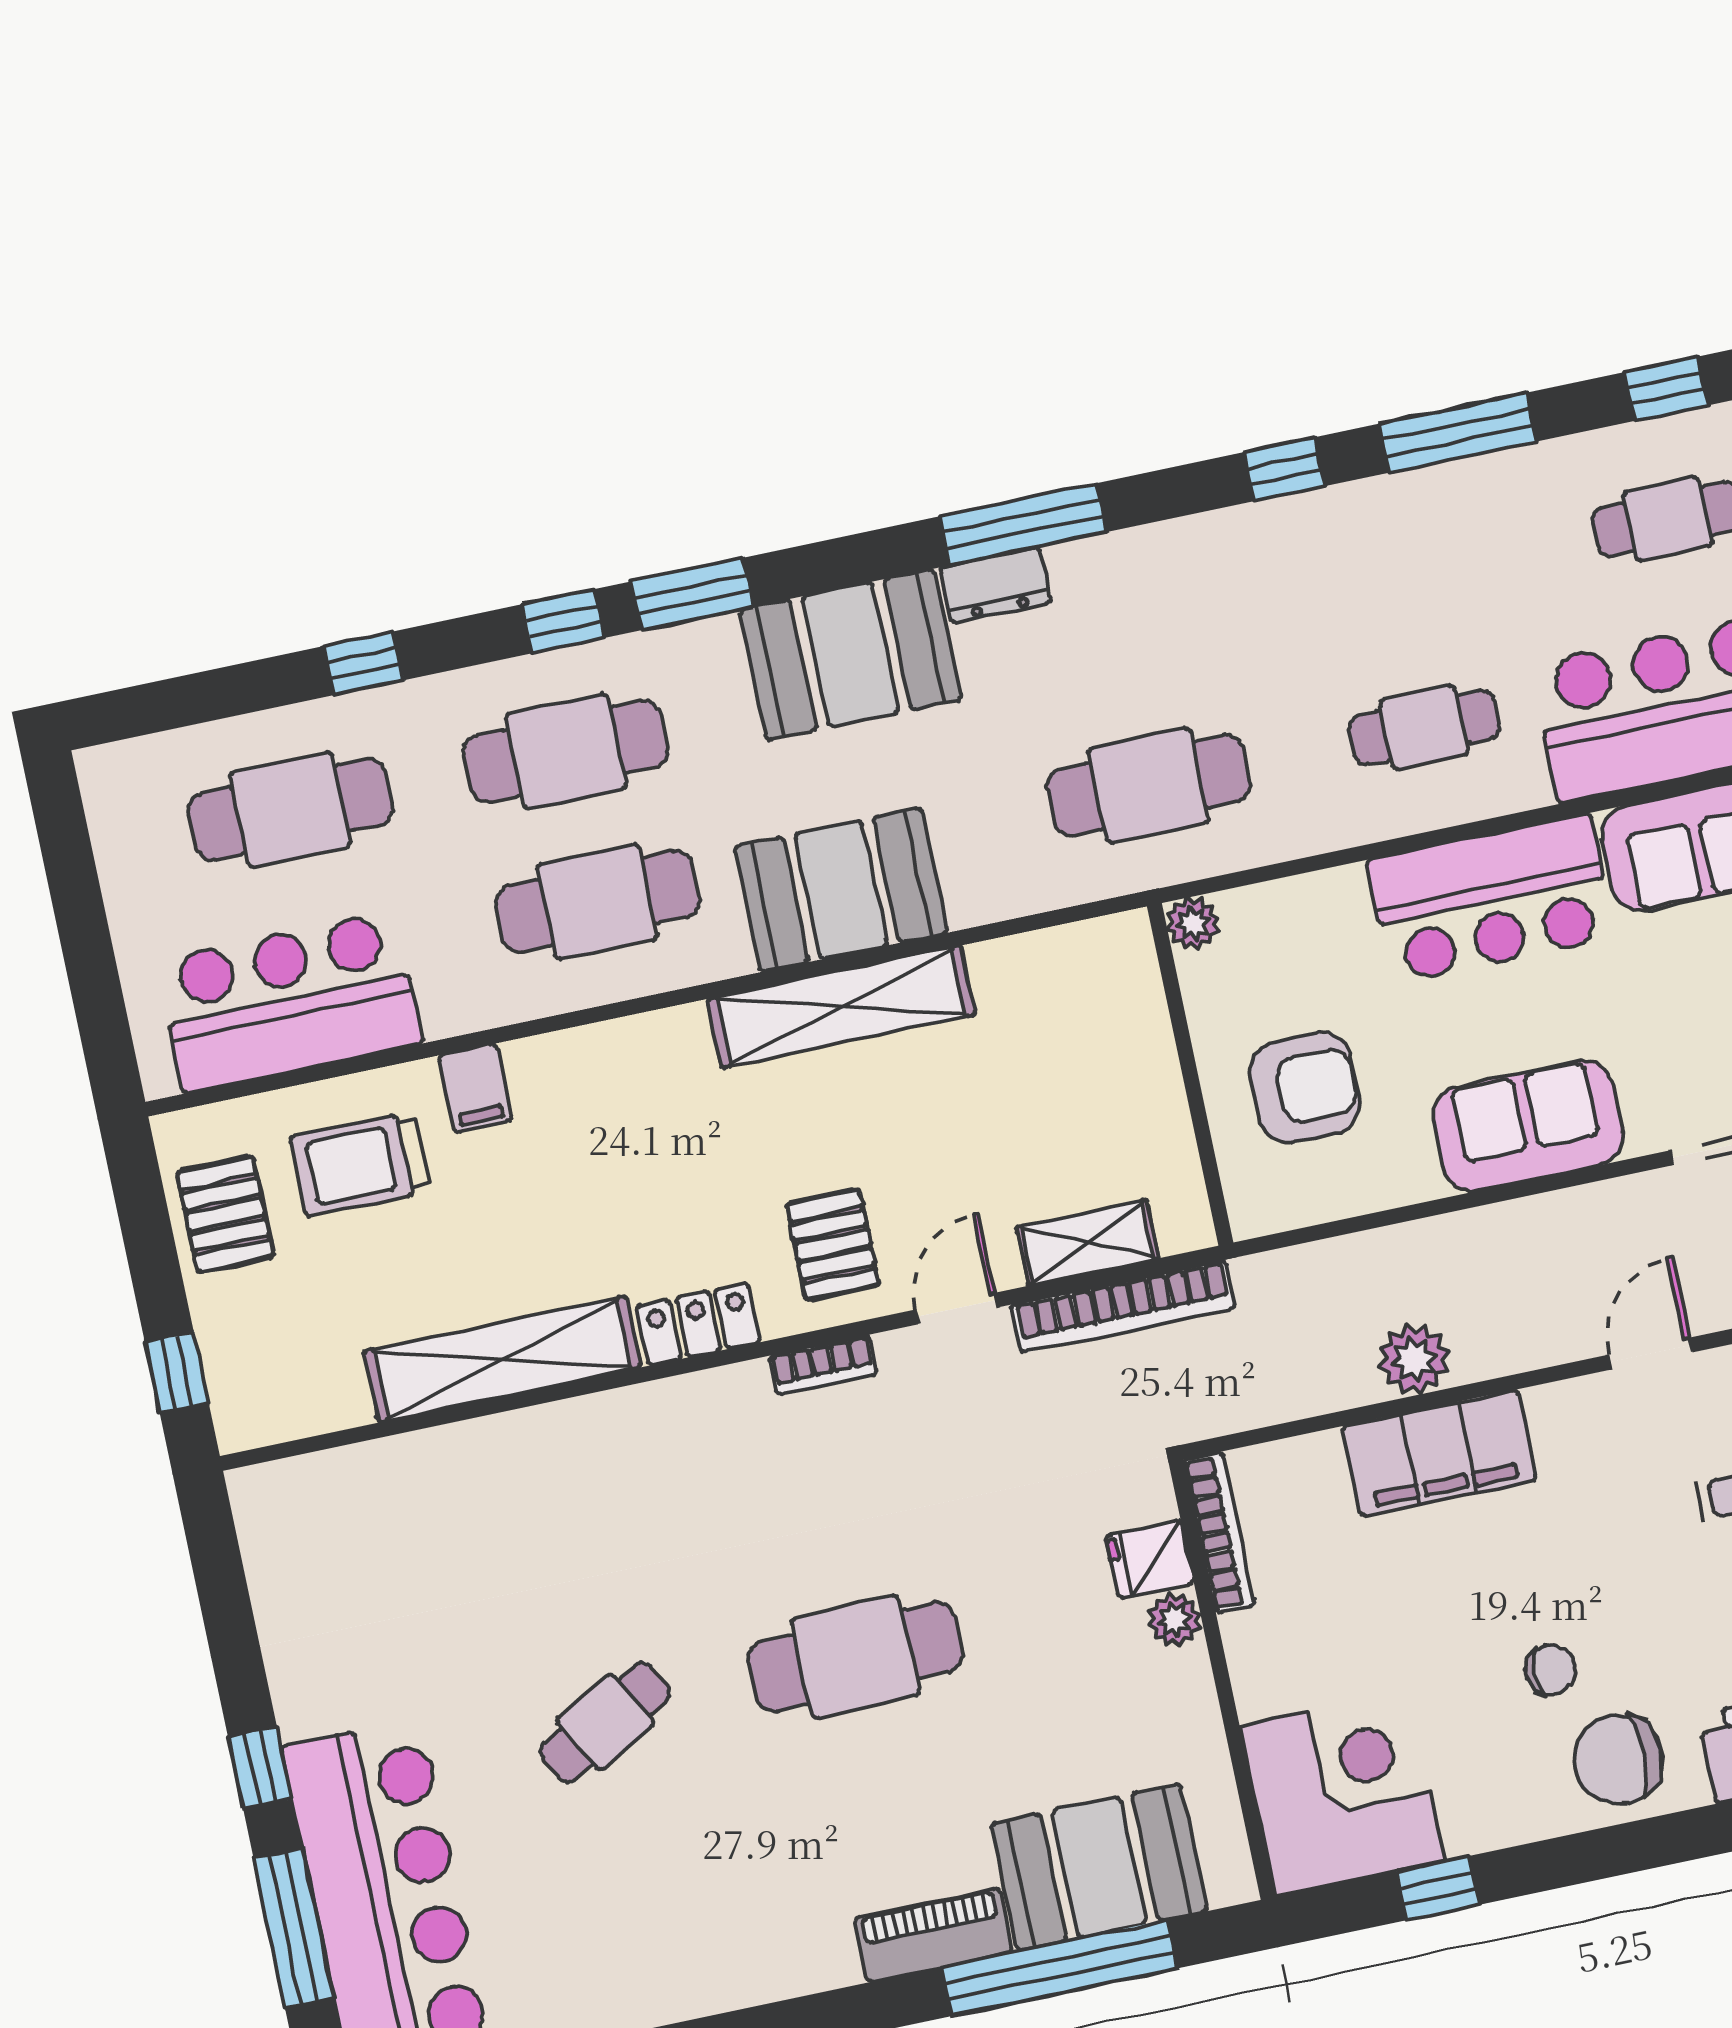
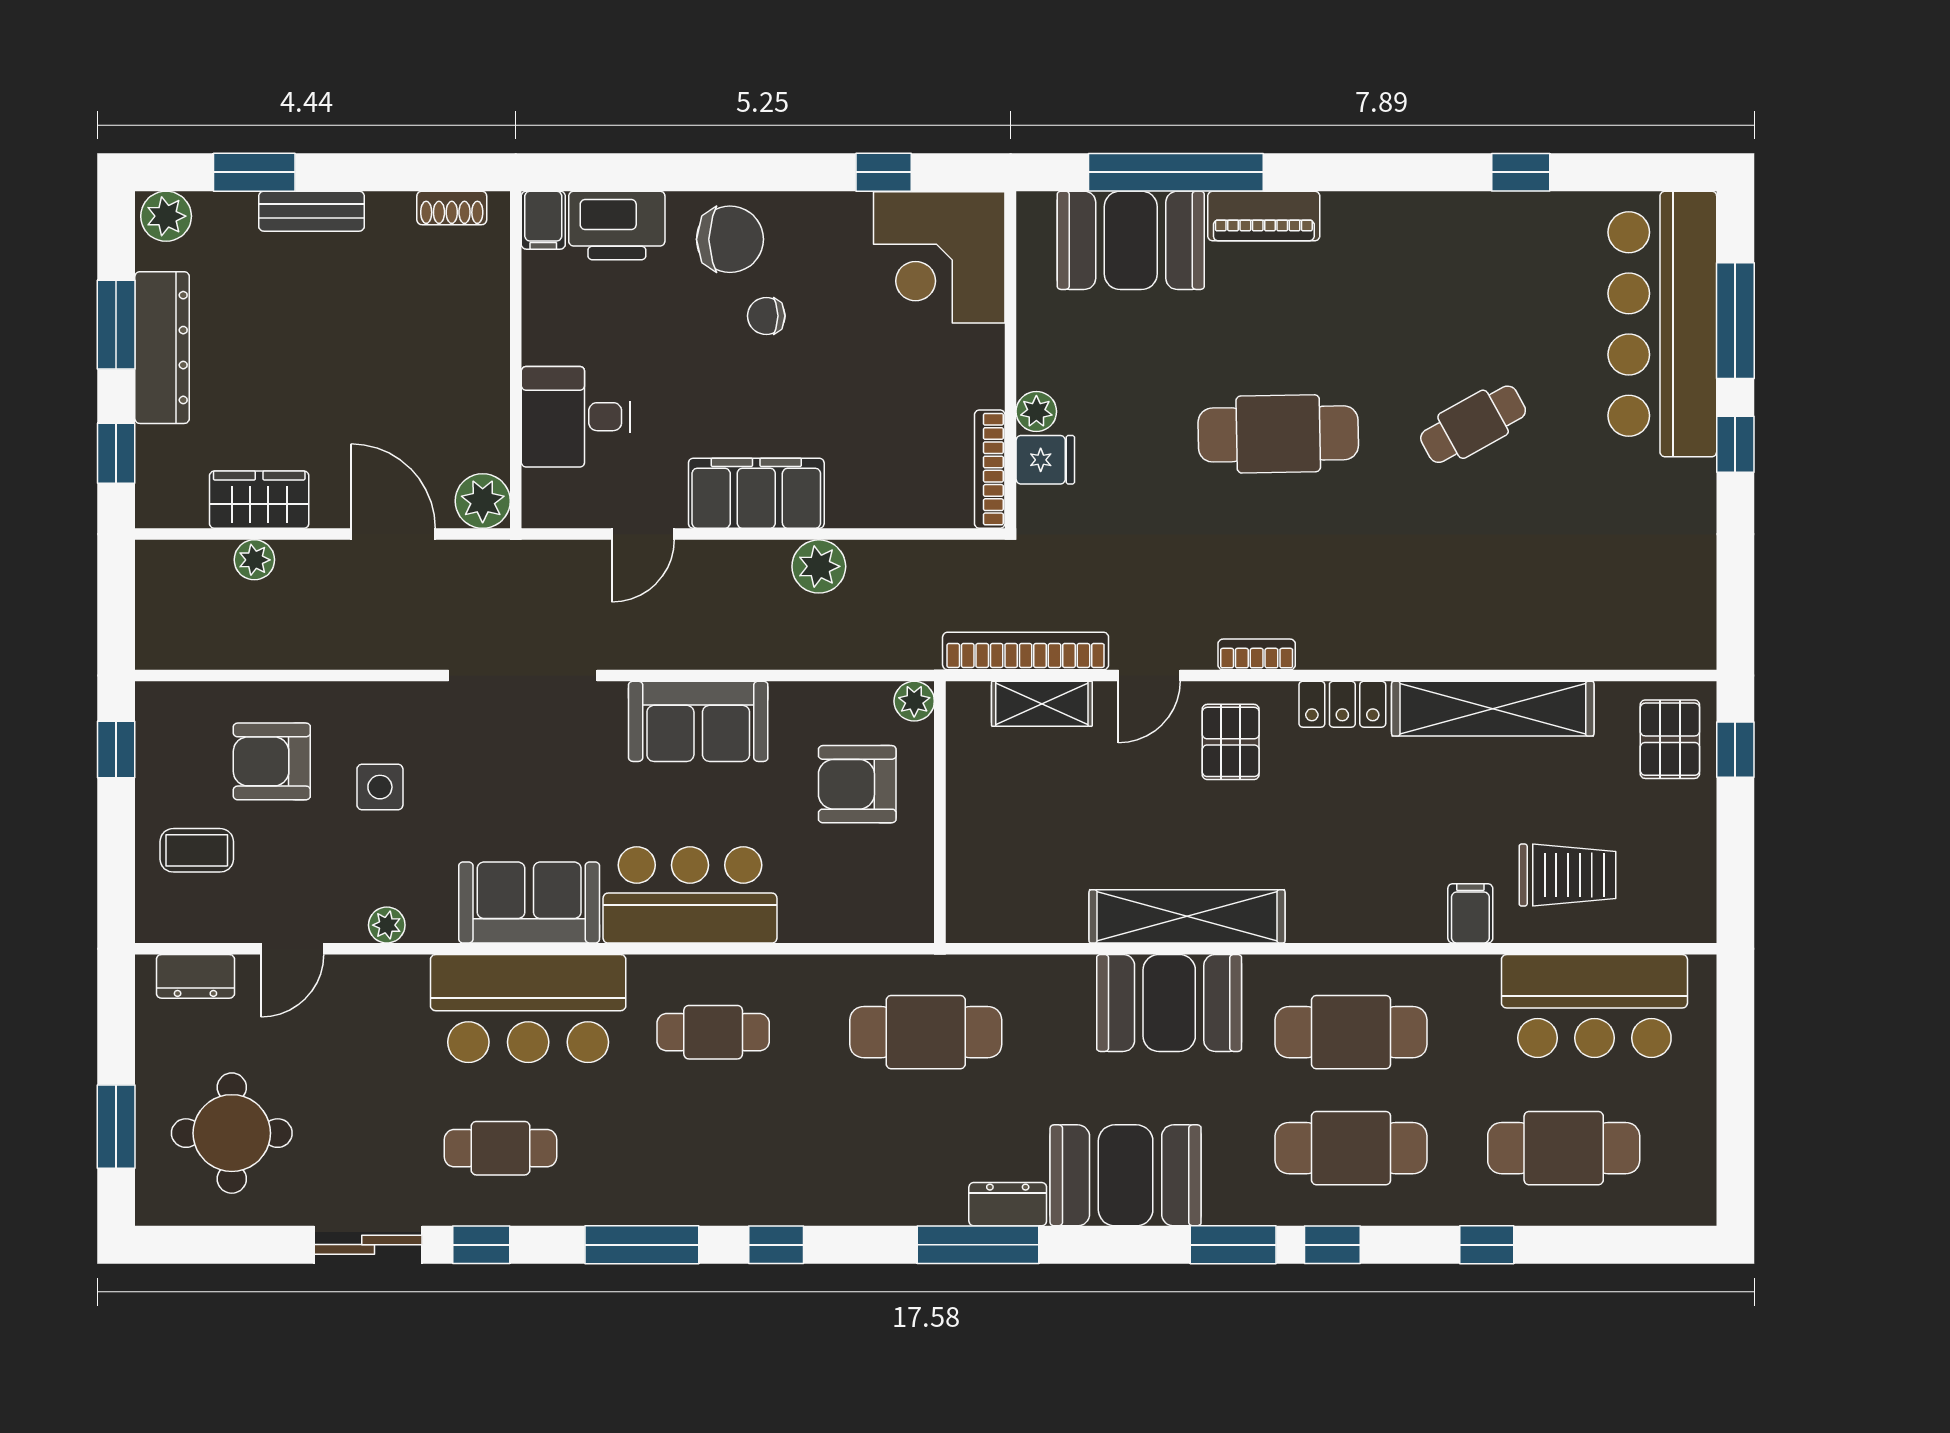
plant: (1193, 924) -> (914, 701), moved
pallet: (225, 1214) -> (1670, 739), moved
filing cabinet: (1439, 1453) -> (756, 493), moved

